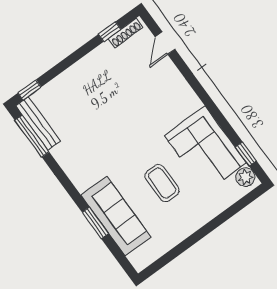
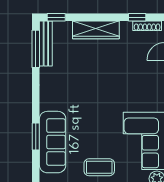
wardrobe: (78, 74) -> (96, 30), added
coffee table: (162, 183) -> (99, 167), moved, turned 90

